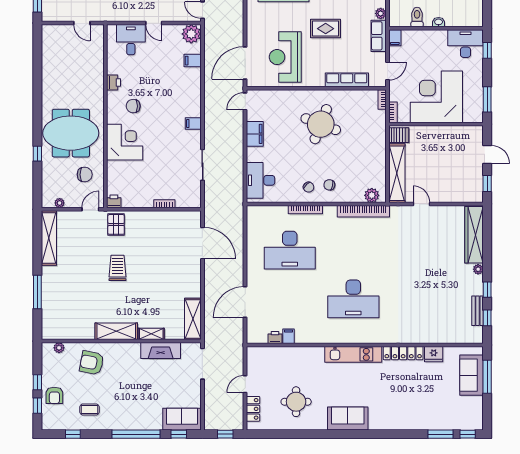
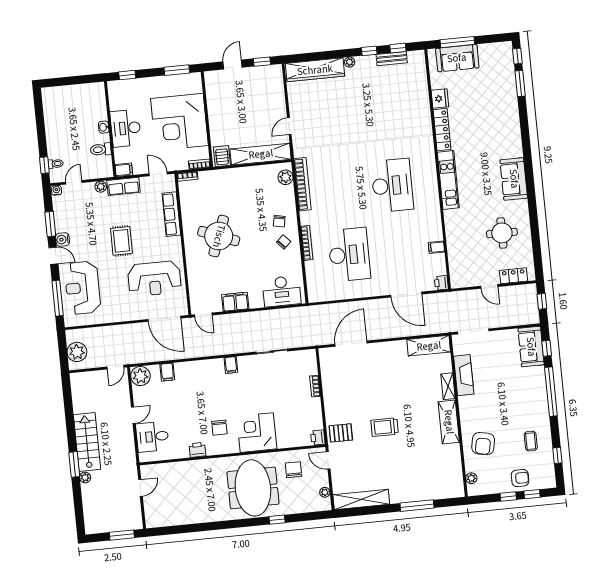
desk: (466, 44) -> (126, 128), moved
printer: (275, 337) -> (441, 283), moved

